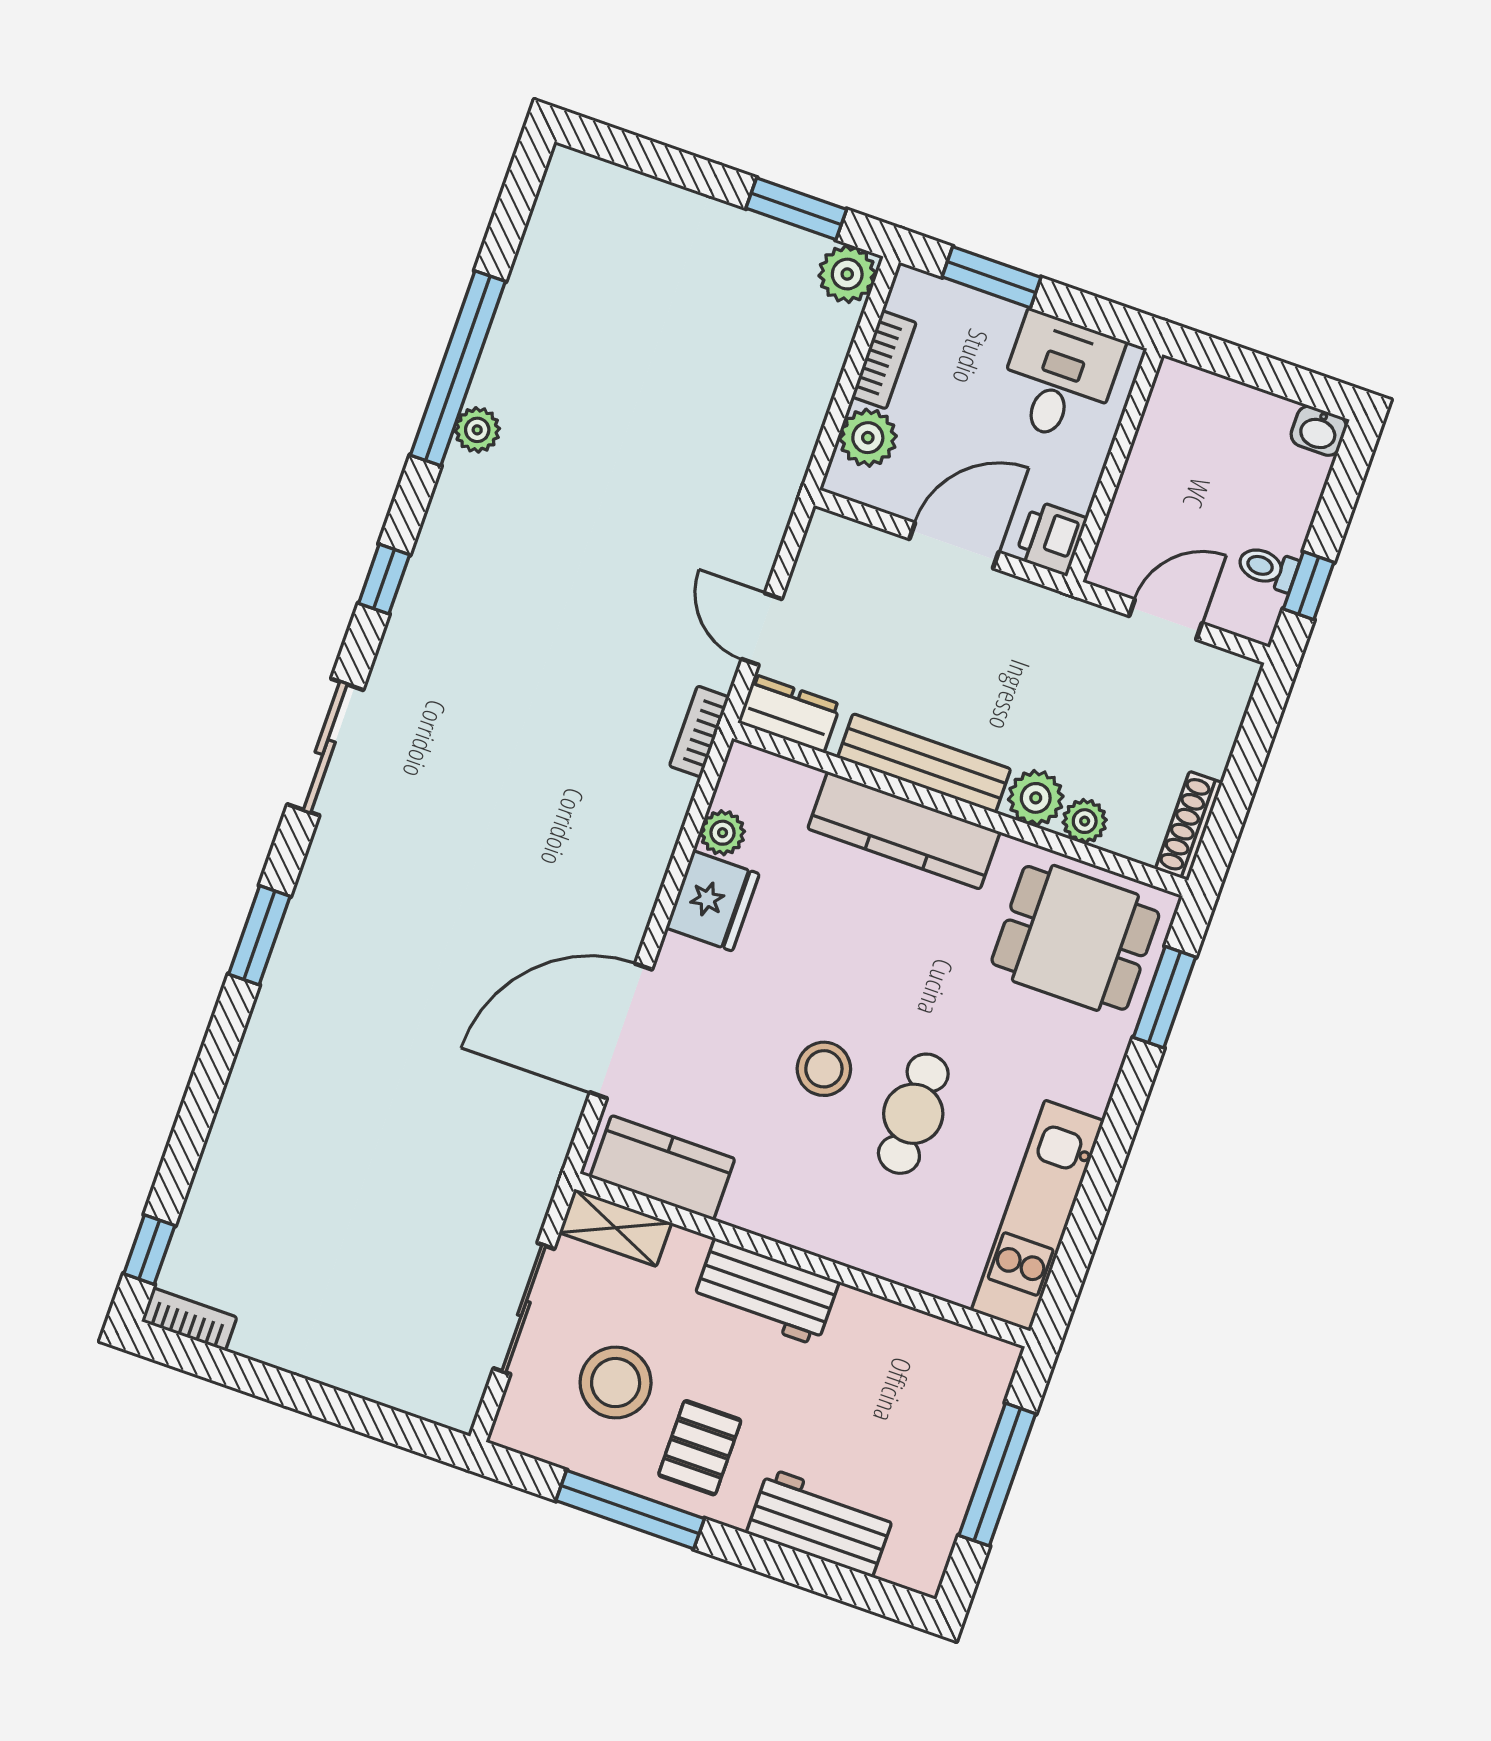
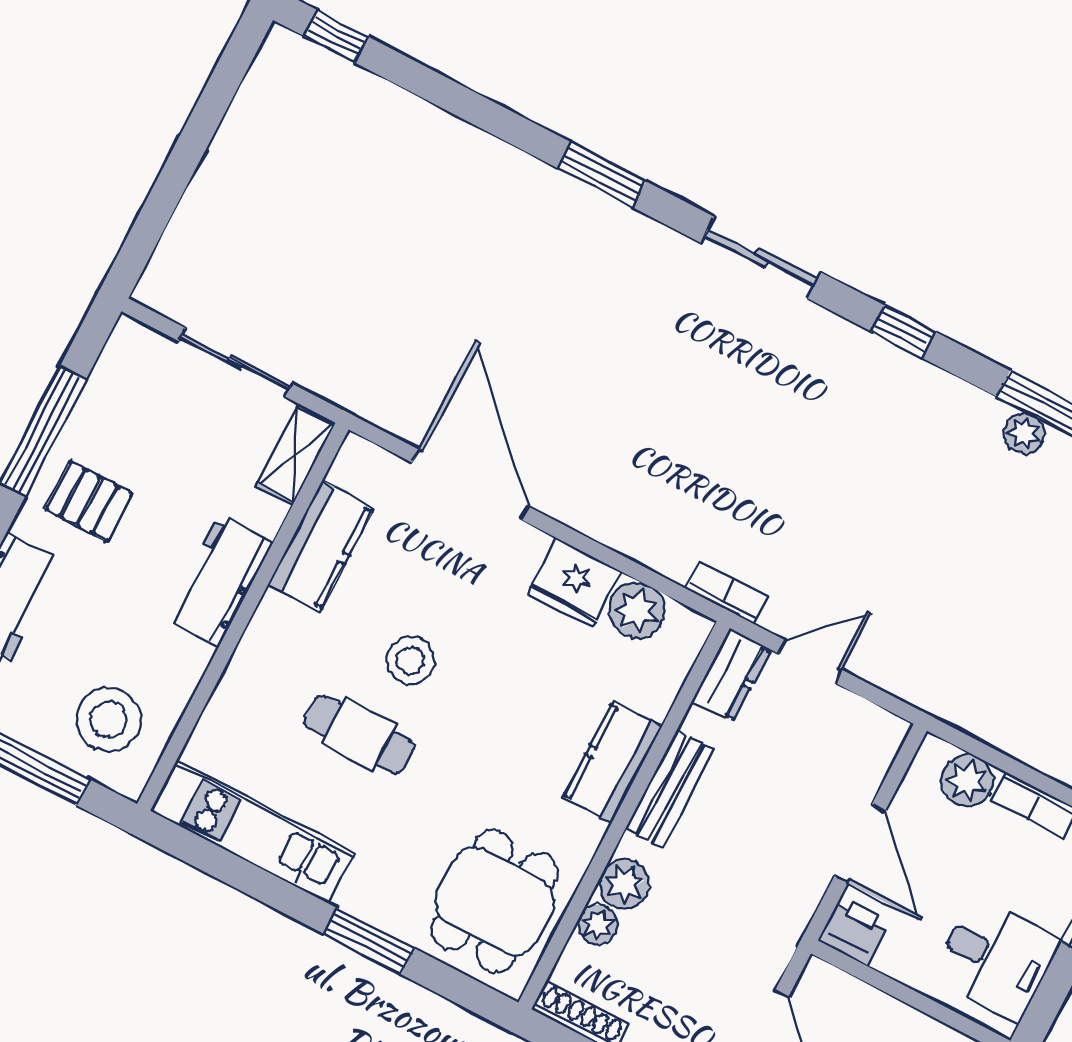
bench: (924, 763) -> (670, 789), width x0.73
kitchen counter: (904, 830) -> (613, 762), width x0.67
plant: (723, 833) -> (637, 611), width x1.38, depth x1.38
window: (1164, 997) -> (369, 941), moved
kitchen counter: (662, 1168) -> (321, 546), moved
bookcase: (189, 1319) -> (269, 63), removed
stool: (616, 1383) -> (108, 720), moved

